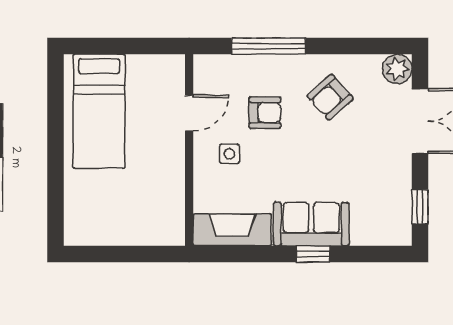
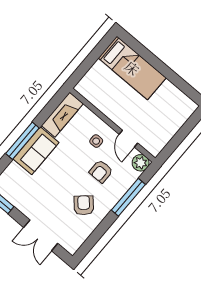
plant: (397, 69) -> (141, 163), moved
bed: (99, 111) -> (132, 68), moved, turned 180
window: (313, 254) -> (22, 141), width x2.17

